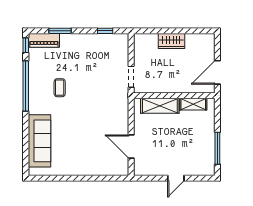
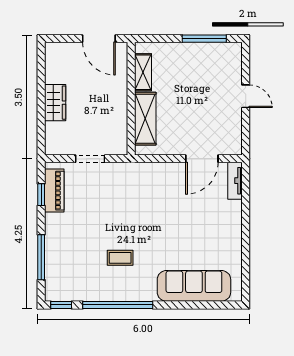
window: (60, 31) -> (41, 257), width x1.44
piano: (44, 40) -> (54, 191), moved
doorway: (131, 77) -> (90, 159), moved
tv unit: (115, 170) -> (235, 181), added

